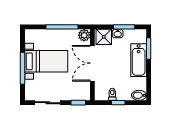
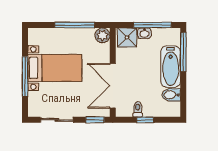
window: (124, 27) -> (152, 25), width x1.44
window: (149, 49) -> (183, 52), width x1.44
double door: (92, 63) -> (113, 86), moved
bidet: (139, 95) -> (171, 95), moved

